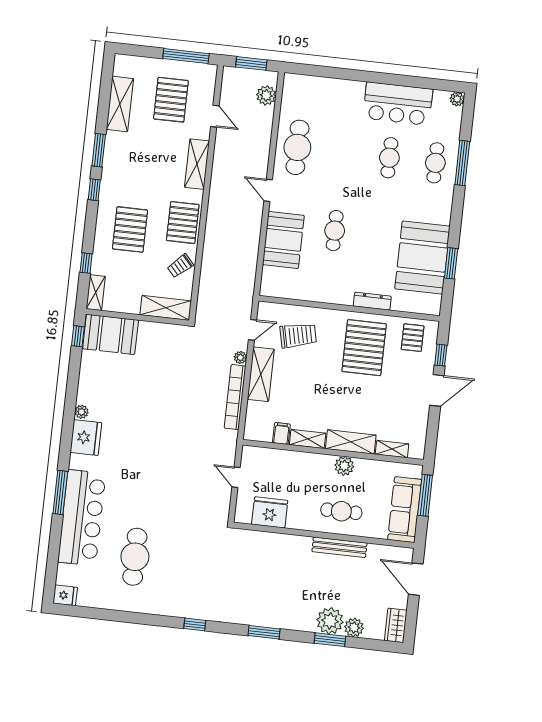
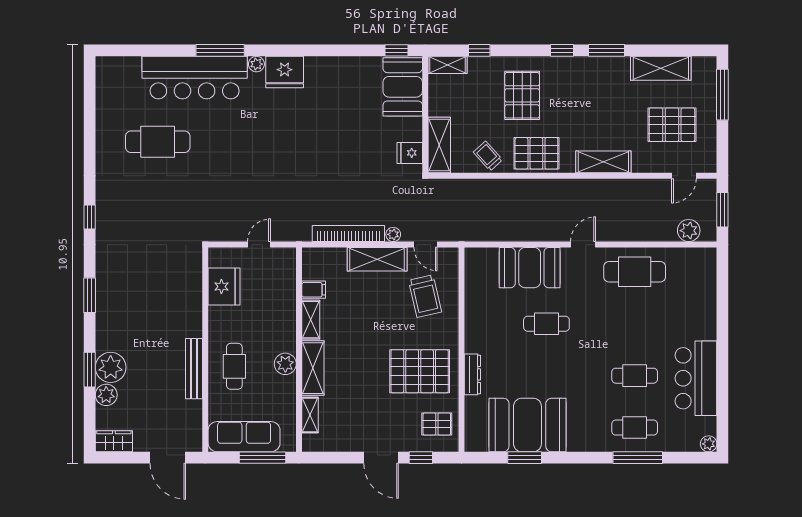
window: (186, 56) -> (722, 95), moved
door: (215, 116) -> (684, 176), moved
pallet: (130, 229) -> (522, 95), turned 90
plant: (82, 412) -> (256, 64), moved
door: (416, 579) -> (168, 458), swing flipped
fridge: (65, 595) -> (410, 153), moved, turned 90

